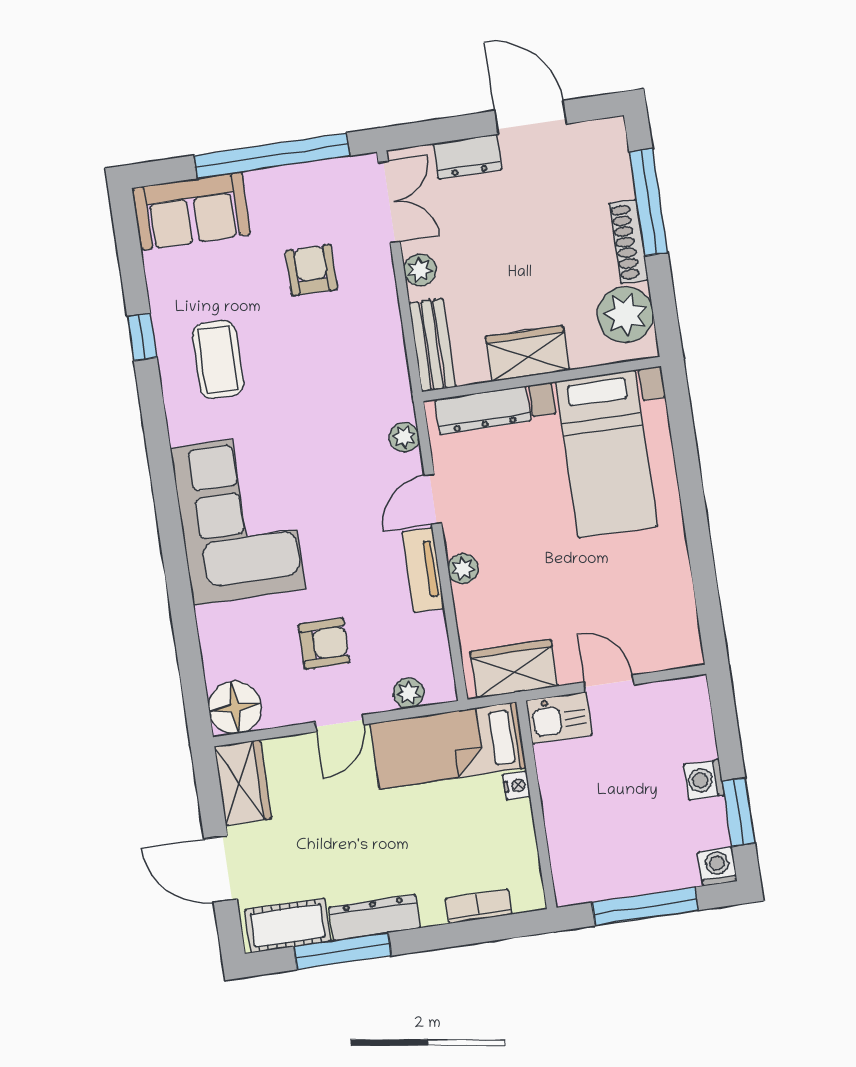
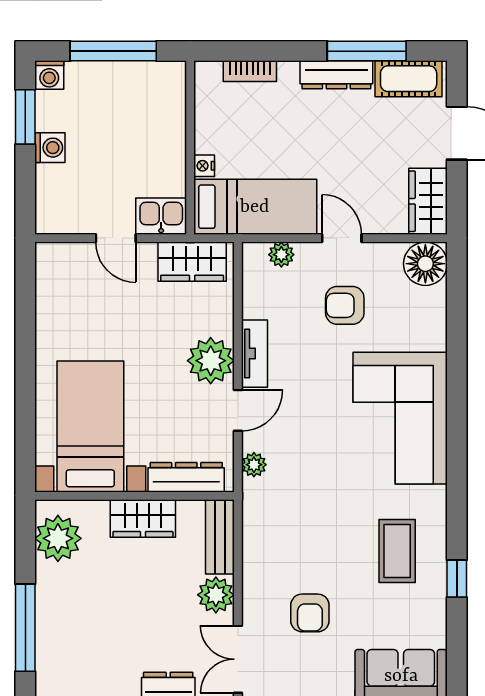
shoe rack: (629, 242) -> (46, 598), removed
plant: (420, 270) -> (216, 595), width x1.38, depth x1.38
plant: (463, 569) -> (211, 361), width x1.87, depth x1.87
door: (339, 723) -> (342, 238), hinge flipped

